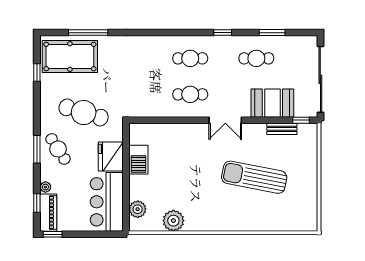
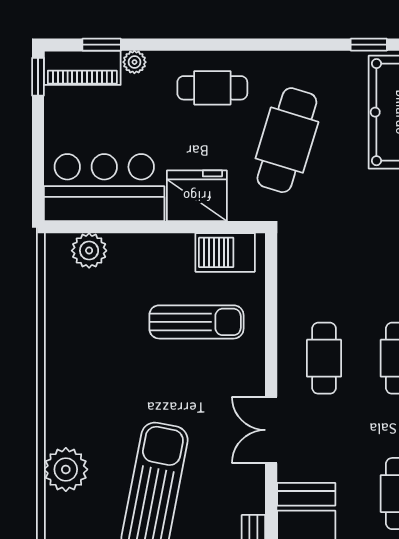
window: (37, 149) -> (212, 45), removed
cafe table: (58, 149) -> (212, 88), turned 33
sun lounger: (172, 157) -> (196, 322), added
barbecue: (138, 160) -> (225, 252), moved
plant: (173, 221) -> (66, 469), moved

